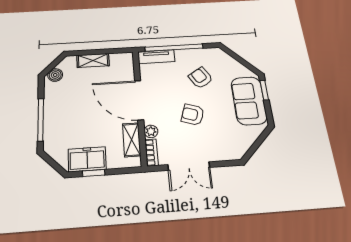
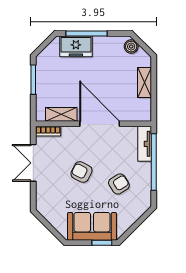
door: (139, 100) -> (100, 124), hinge flipped
armchair: (193, 115) -> (82, 172), turned -81
plant: (151, 131) -> (68, 132), removed
freezer: (87, 159) -> (76, 46), moved, turned 90
window: (94, 173) -> (33, 80), width x1.50

